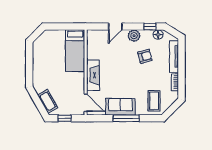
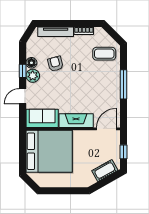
door: (115, 27) -> (23, 96), swing flipped
window: (150, 27) -> (23, 71), moved
floor lamp: (158, 35) -> (31, 63), moved
bed: (75, 51) -> (49, 151), width x2.04
sofa: (120, 107) -> (42, 118), moved, turned 90

